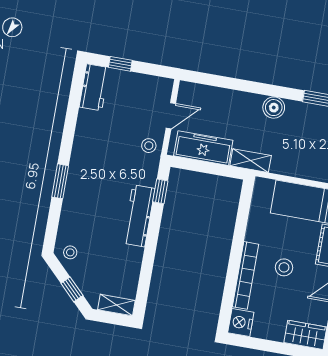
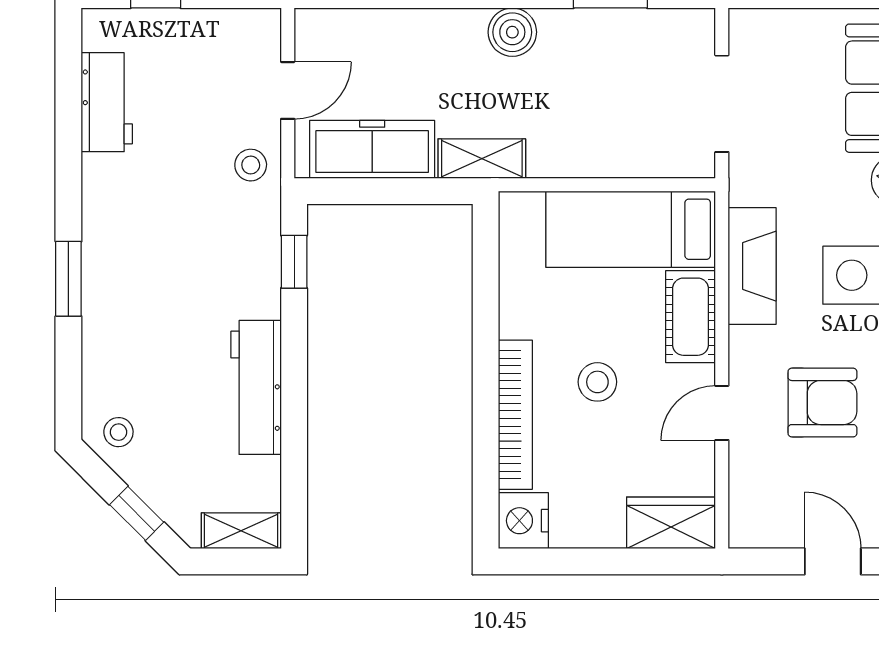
workbench: (94, 87) -> (107, 102), moved
workbench: (139, 216) -> (256, 387), moved

